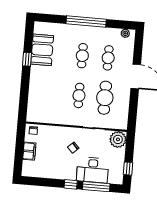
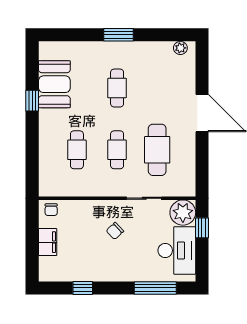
window: (86, 21) -> (118, 35), width x0.47
cafe table: (108, 58) -> (77, 150), moved
window: (128, 169) -> (202, 228), moved
desk: (93, 170) -> (177, 250), moved, turned -90
window: (71, 184) -> (83, 288), moved

